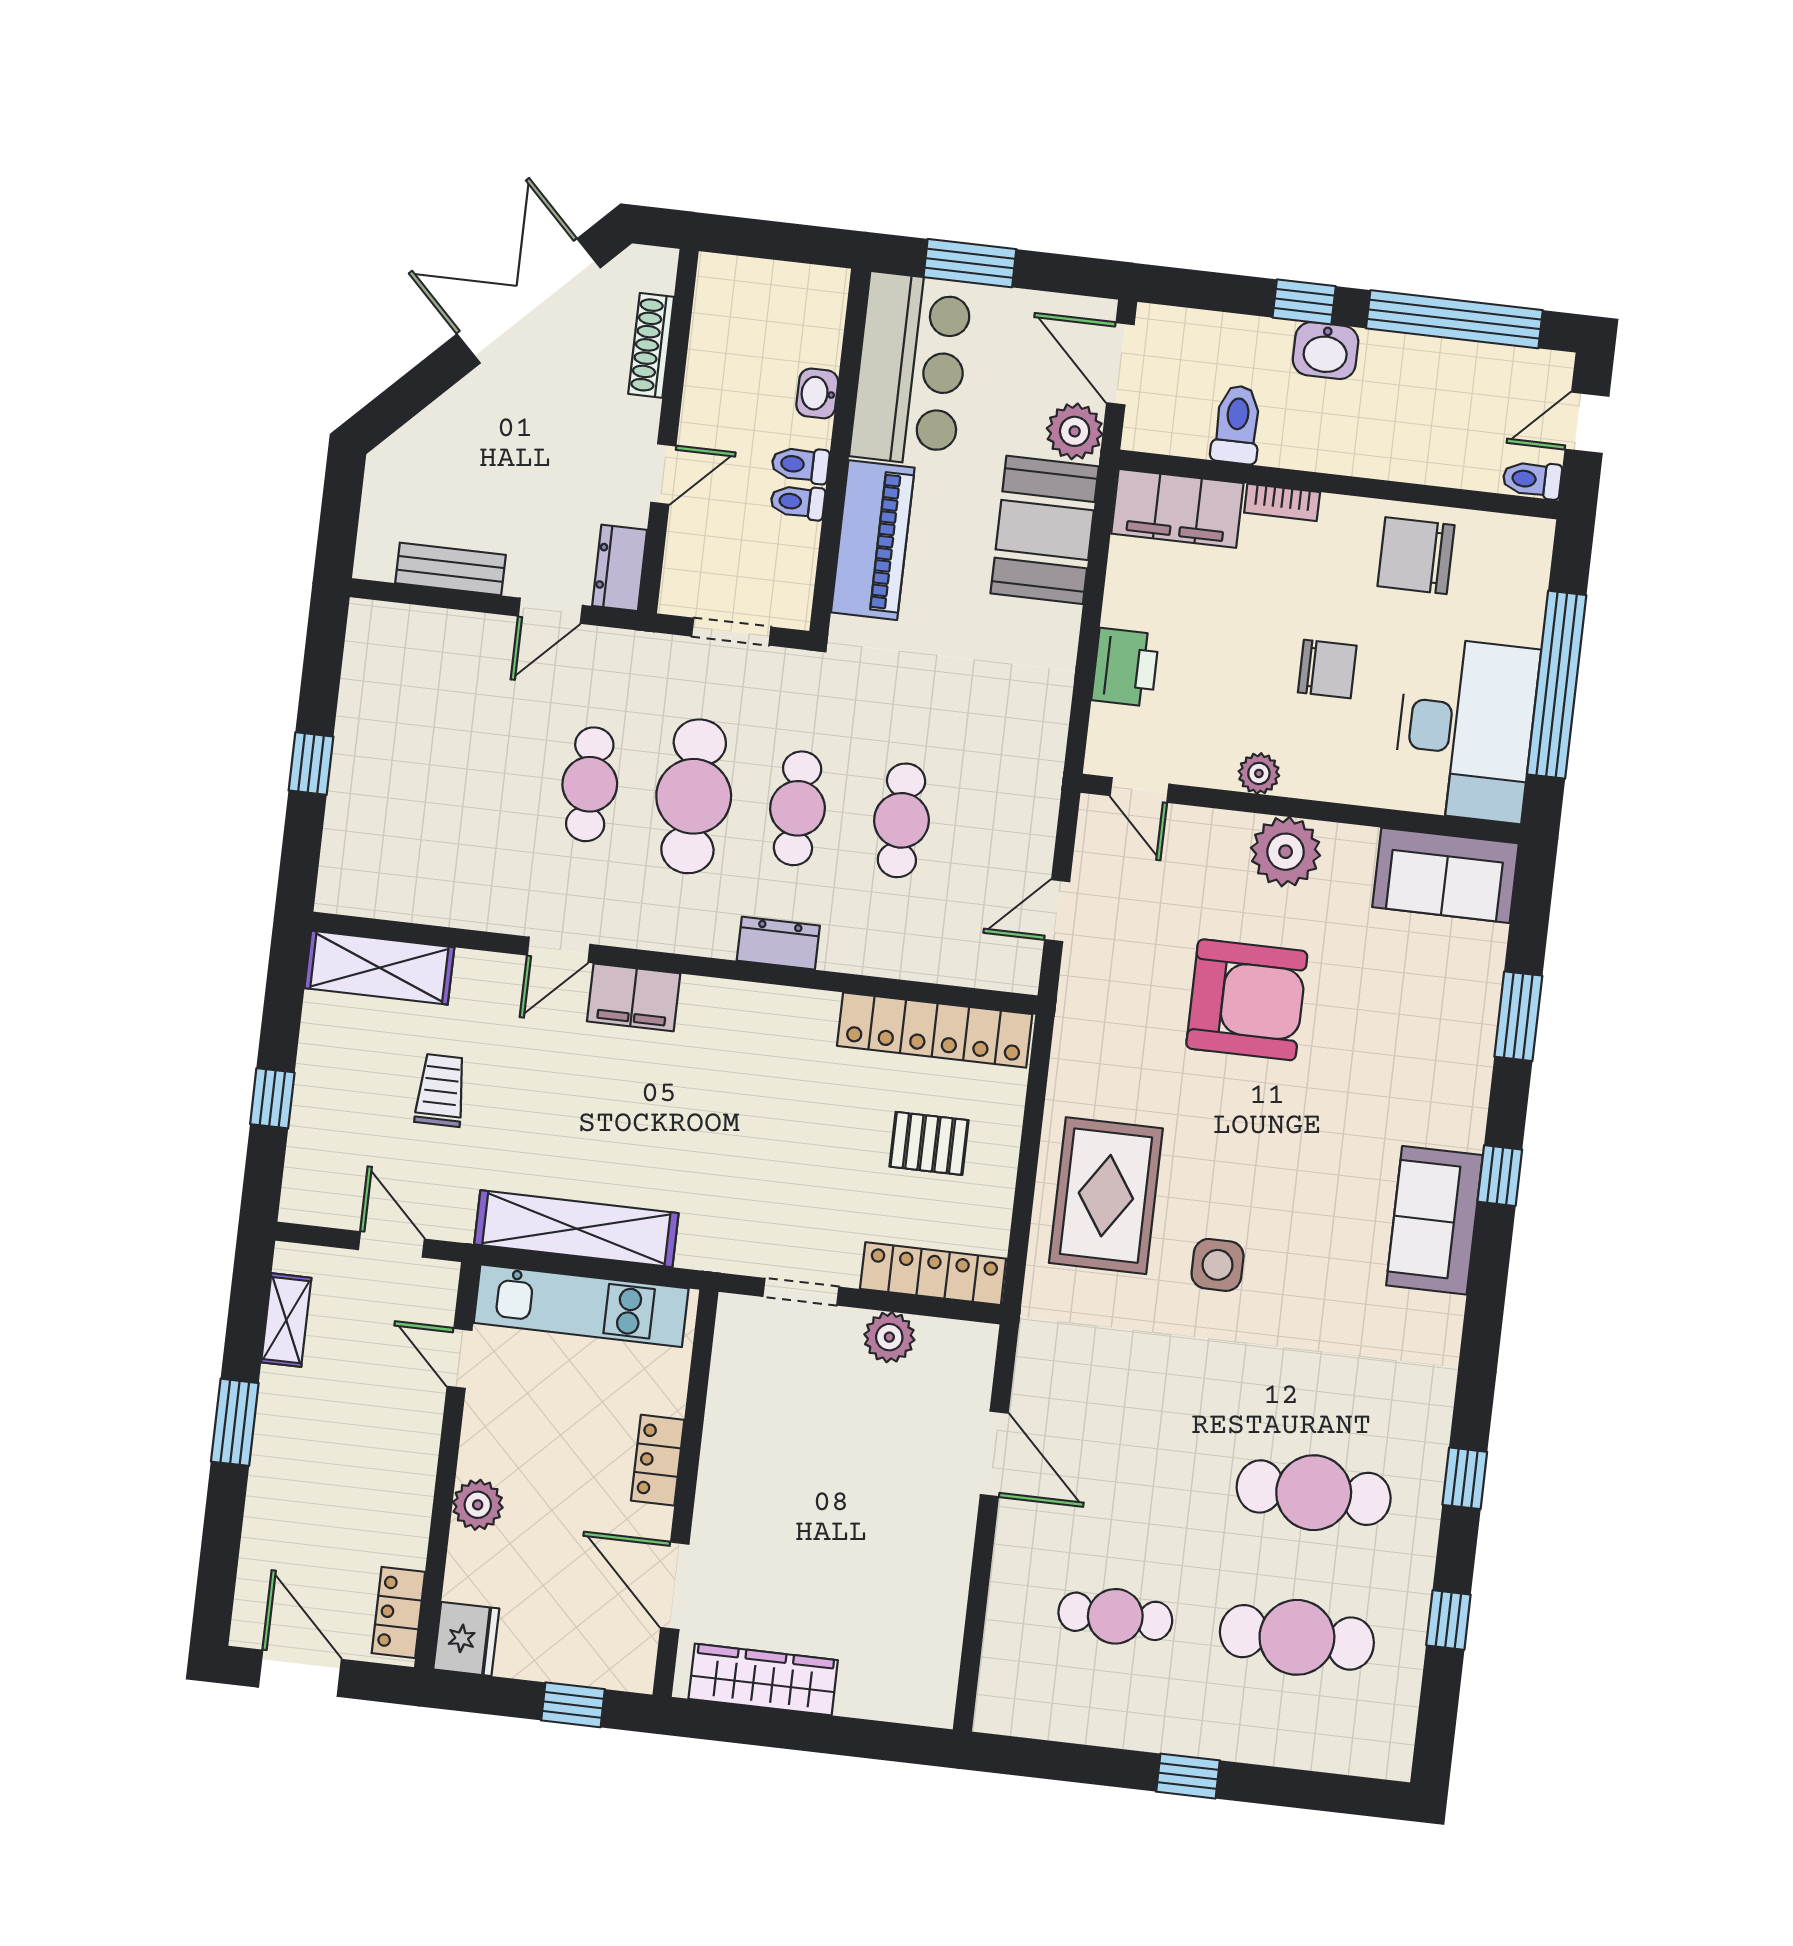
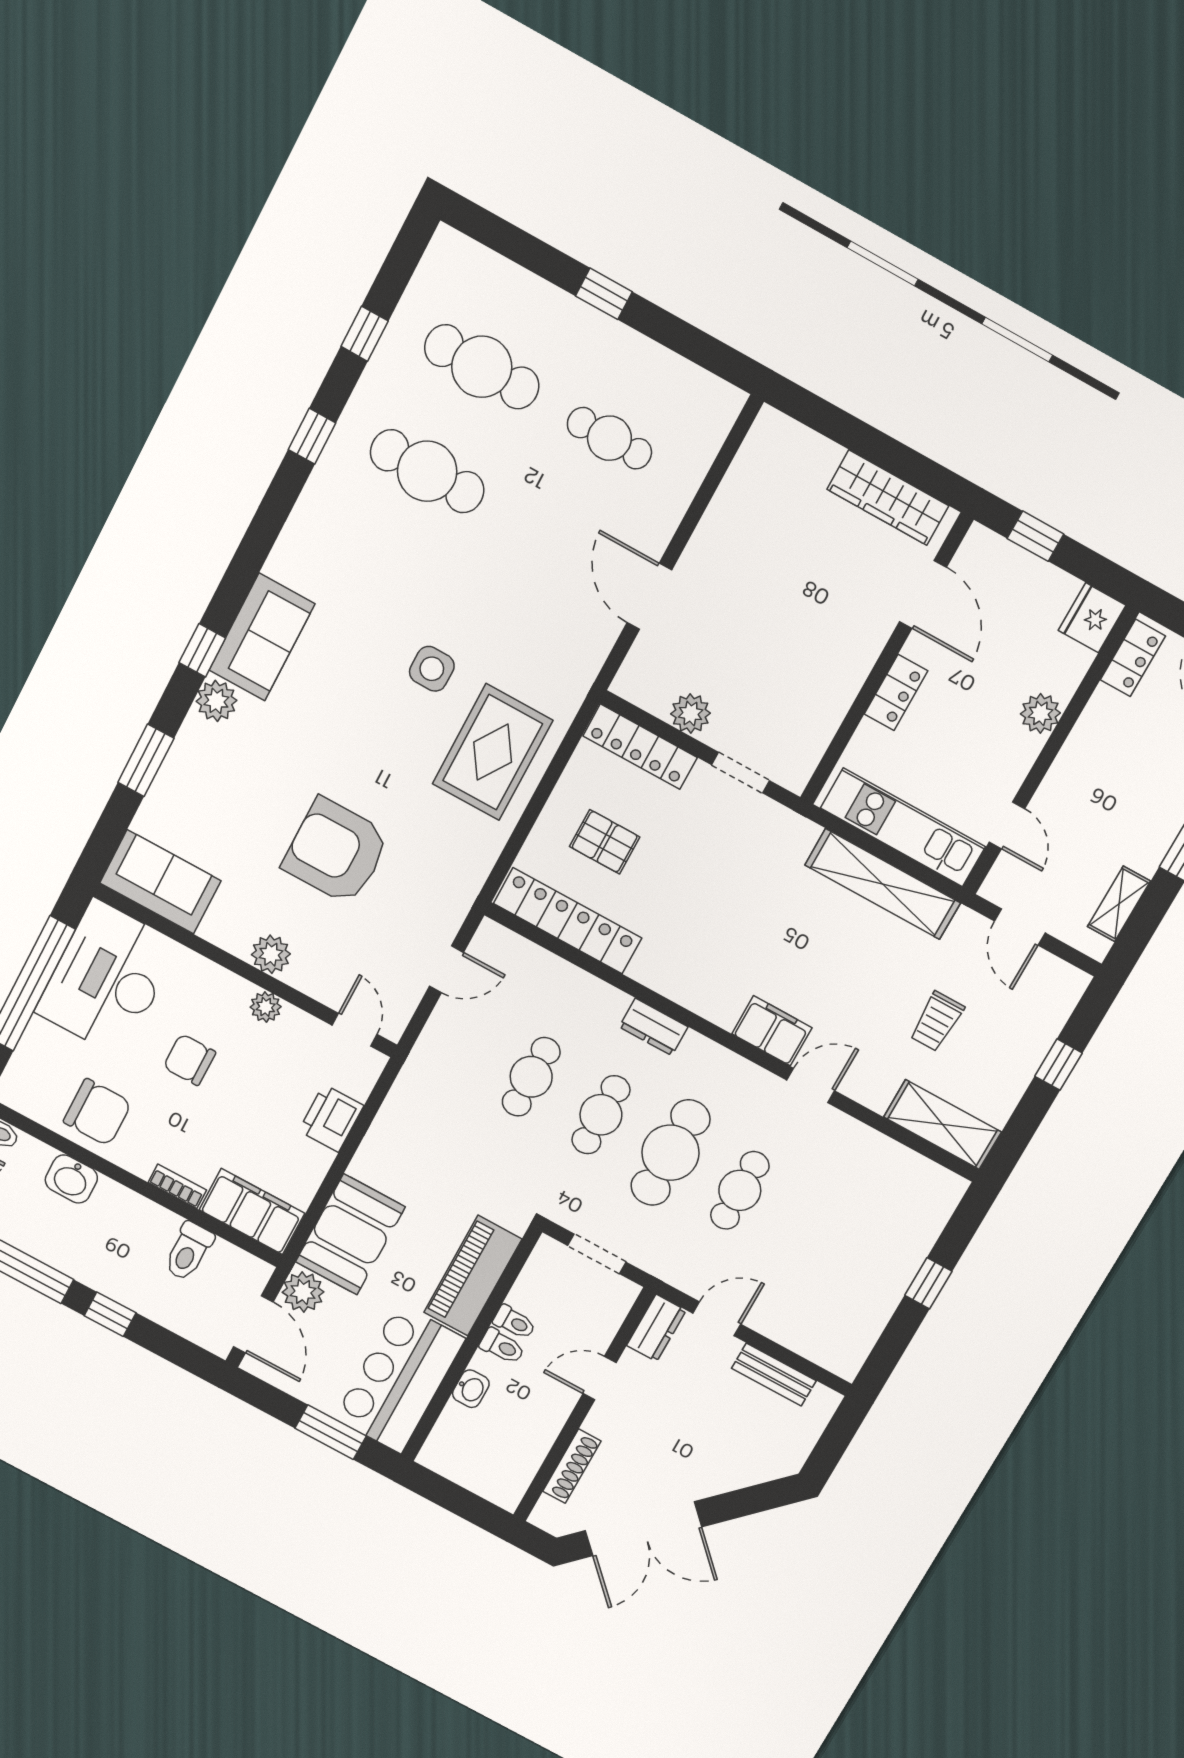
washbasin: (1326, 351) -> (71, 1179), moved, turned 180
plant: (1286, 852) -> (271, 954), width x0.73, depth x0.73
plant: (1460, 1122) -> (216, 701), added

